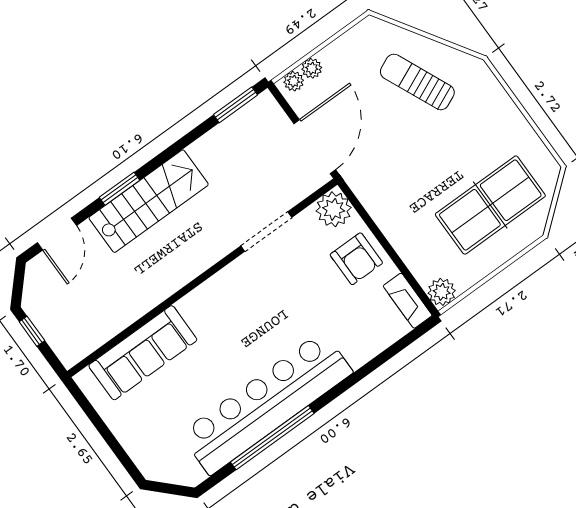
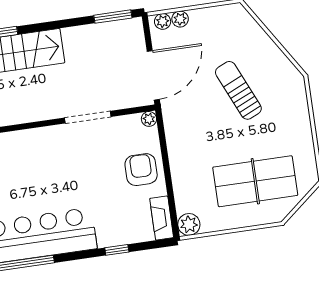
sun lounger: (417, 82) -> (238, 90), moved
plant: (334, 209) -> (149, 119), width x0.53, depth x0.53
armchair: (356, 259) -> (141, 170), turned 180
window: (376, 362) -> (117, 250), added

